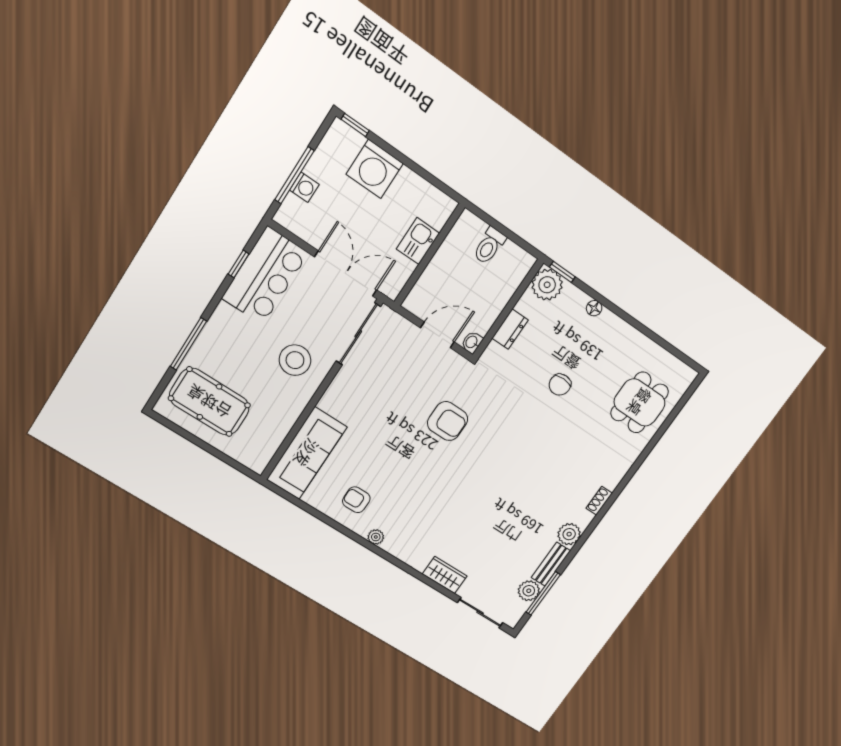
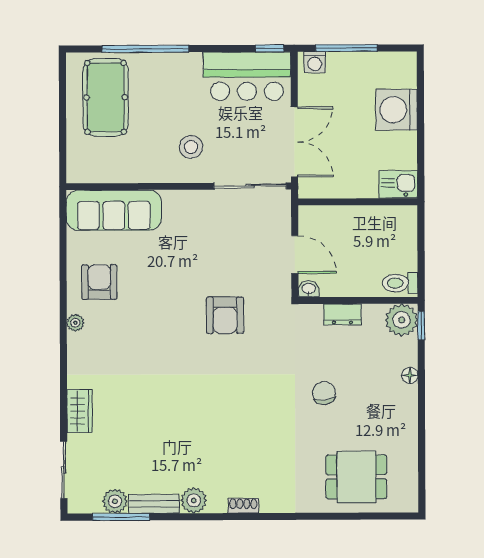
window: (355, 125) -> (420, 71), removed
washing machine: (304, 187) -> (315, 62), moved
kitchen sink: (418, 241) -> (398, 184), moved
toilet: (489, 246) -> (400, 283), moved
window: (239, 264) -> (270, 48), moved
window: (188, 344) -> (145, 49), width x1.46
stool: (295, 360) -> (191, 147), width x0.73, depth x0.73
chair: (560, 385) -> (324, 393), turned 83
armchair: (356, 500) -> (99, 282), width x1.38, depth x1.38

